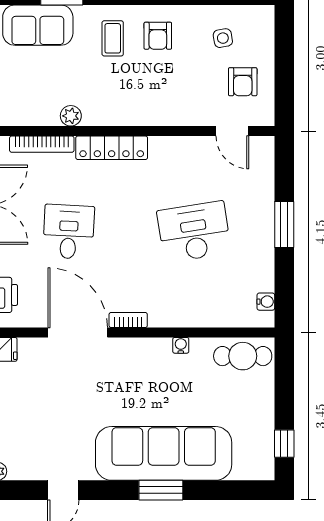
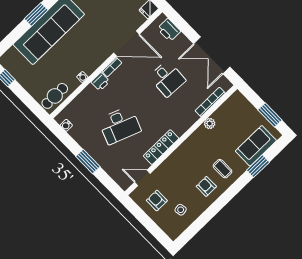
locker: (112, 148) -> (161, 147), moved
desk: (194, 232) -> (120, 125), turned 30
printer: (163, 315) -> (100, 82), added

